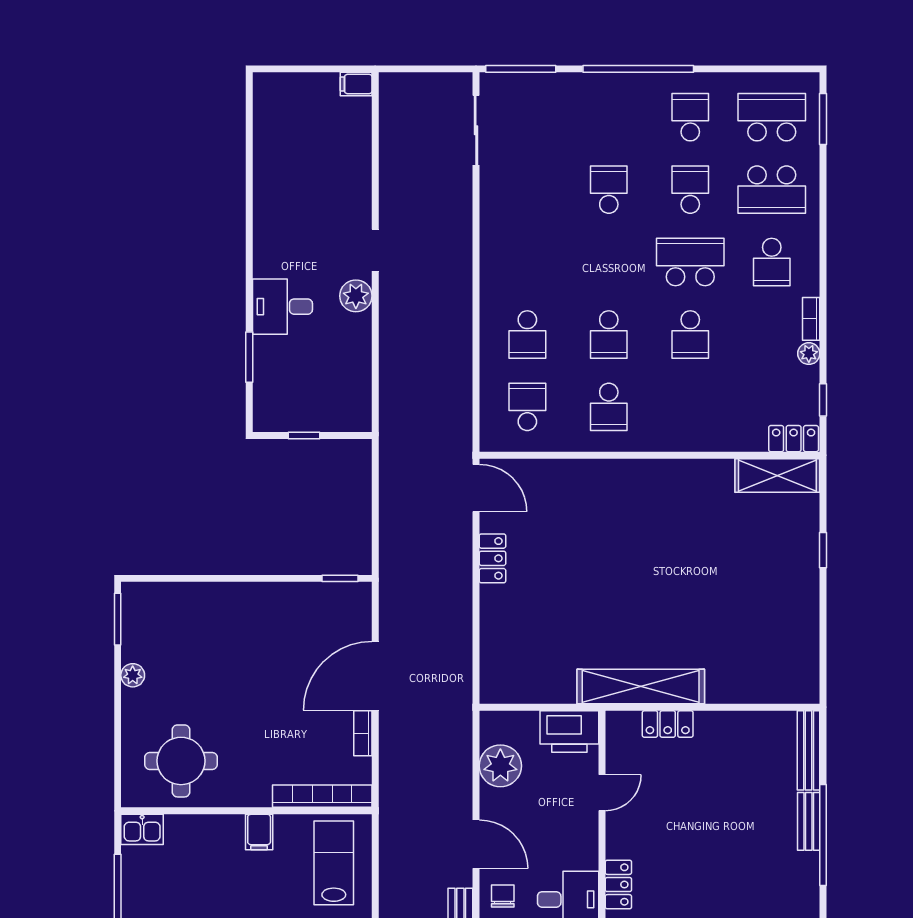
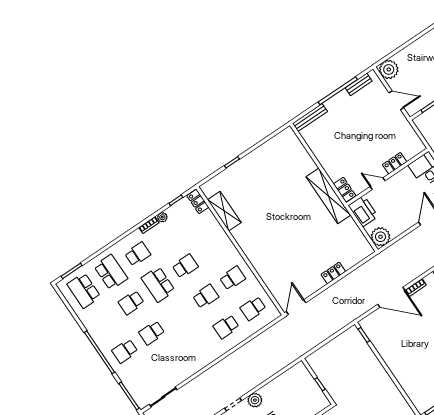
school desk: (690, 117) -> (125, 351), moved
school desk: (527, 334) -> (226, 327), turned 180
shelving: (777, 475) -> (224, 211), moved
locker: (492, 558) -> (333, 273), moved
locker: (668, 724) -> (345, 190), moved
plant: (500, 766) -> (381, 237), moved
bench: (809, 821) -> (359, 84), moved
locker: (618, 885) -> (395, 163), moved

